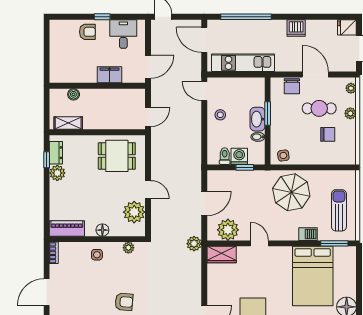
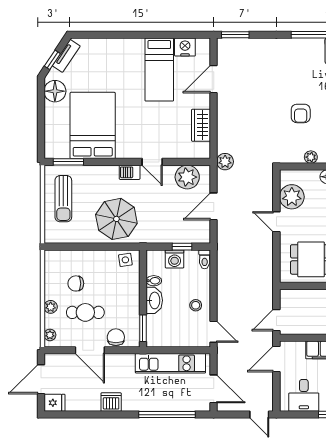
window: (268, 114) -> (143, 328), moved
door: (148, 117) -> (276, 320), moved
toilet: (225, 156) -> (205, 259), moved
window: (245, 167) -> (182, 247), moved
barbecue: (308, 234) -> (130, 172), moved
plant: (128, 248) -> (311, 157), moved
wardrobe: (222, 255) -> (201, 125), moved, turned -90
armchair: (124, 302) -> (301, 113), moved, turned -95

